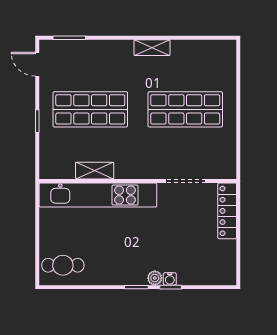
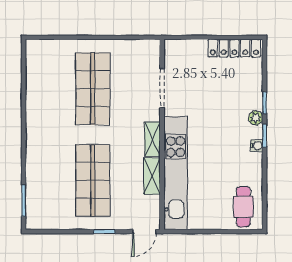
shelving: (152, 48) -> (152, 139), moved
door: (37, 64) -> (144, 232), moved
locker: (227, 211) -> (234, 48), moved
water cooler: (170, 279) -> (257, 146), moved

